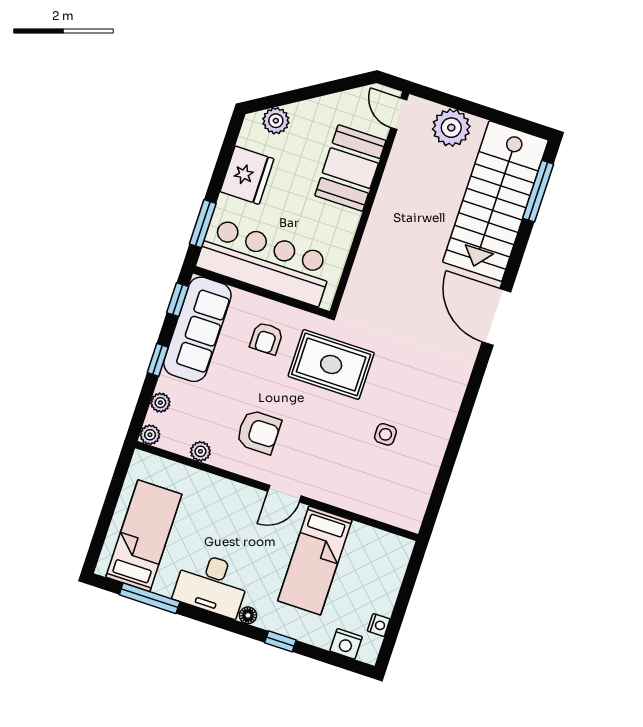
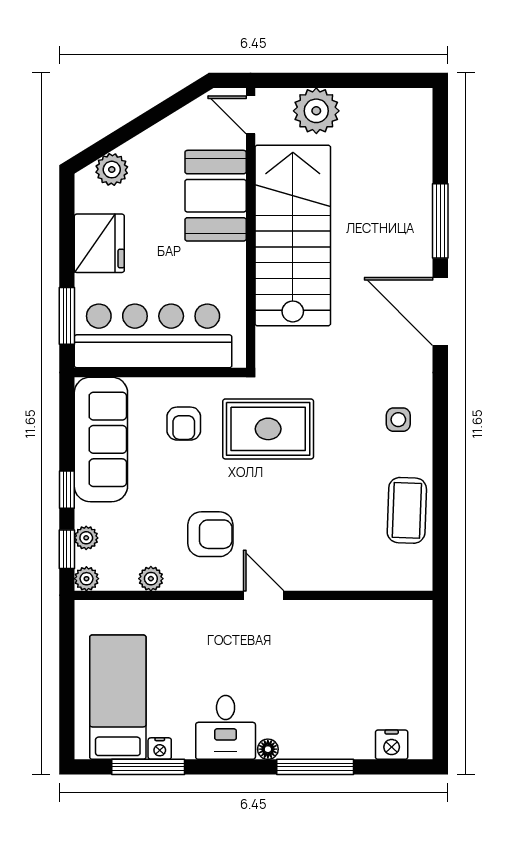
window: (538, 191) -> (440, 221), moved
stairs: (496, 201) -> (293, 235), moved, turned 180
window: (178, 300) -> (67, 549), moved
side table: (385, 434) -> (398, 420), moved
coffee table: (419, 464) -> (407, 510), added
door: (284, 494) -> (264, 595), swing flipped
bed: (315, 560) -> (324, 661), removed
desk: (212, 584) -> (226, 727), width x0.73
nightstand: (379, 625) -> (160, 749), moved, turned 90
window: (280, 641) -> (315, 767), width x2.17

